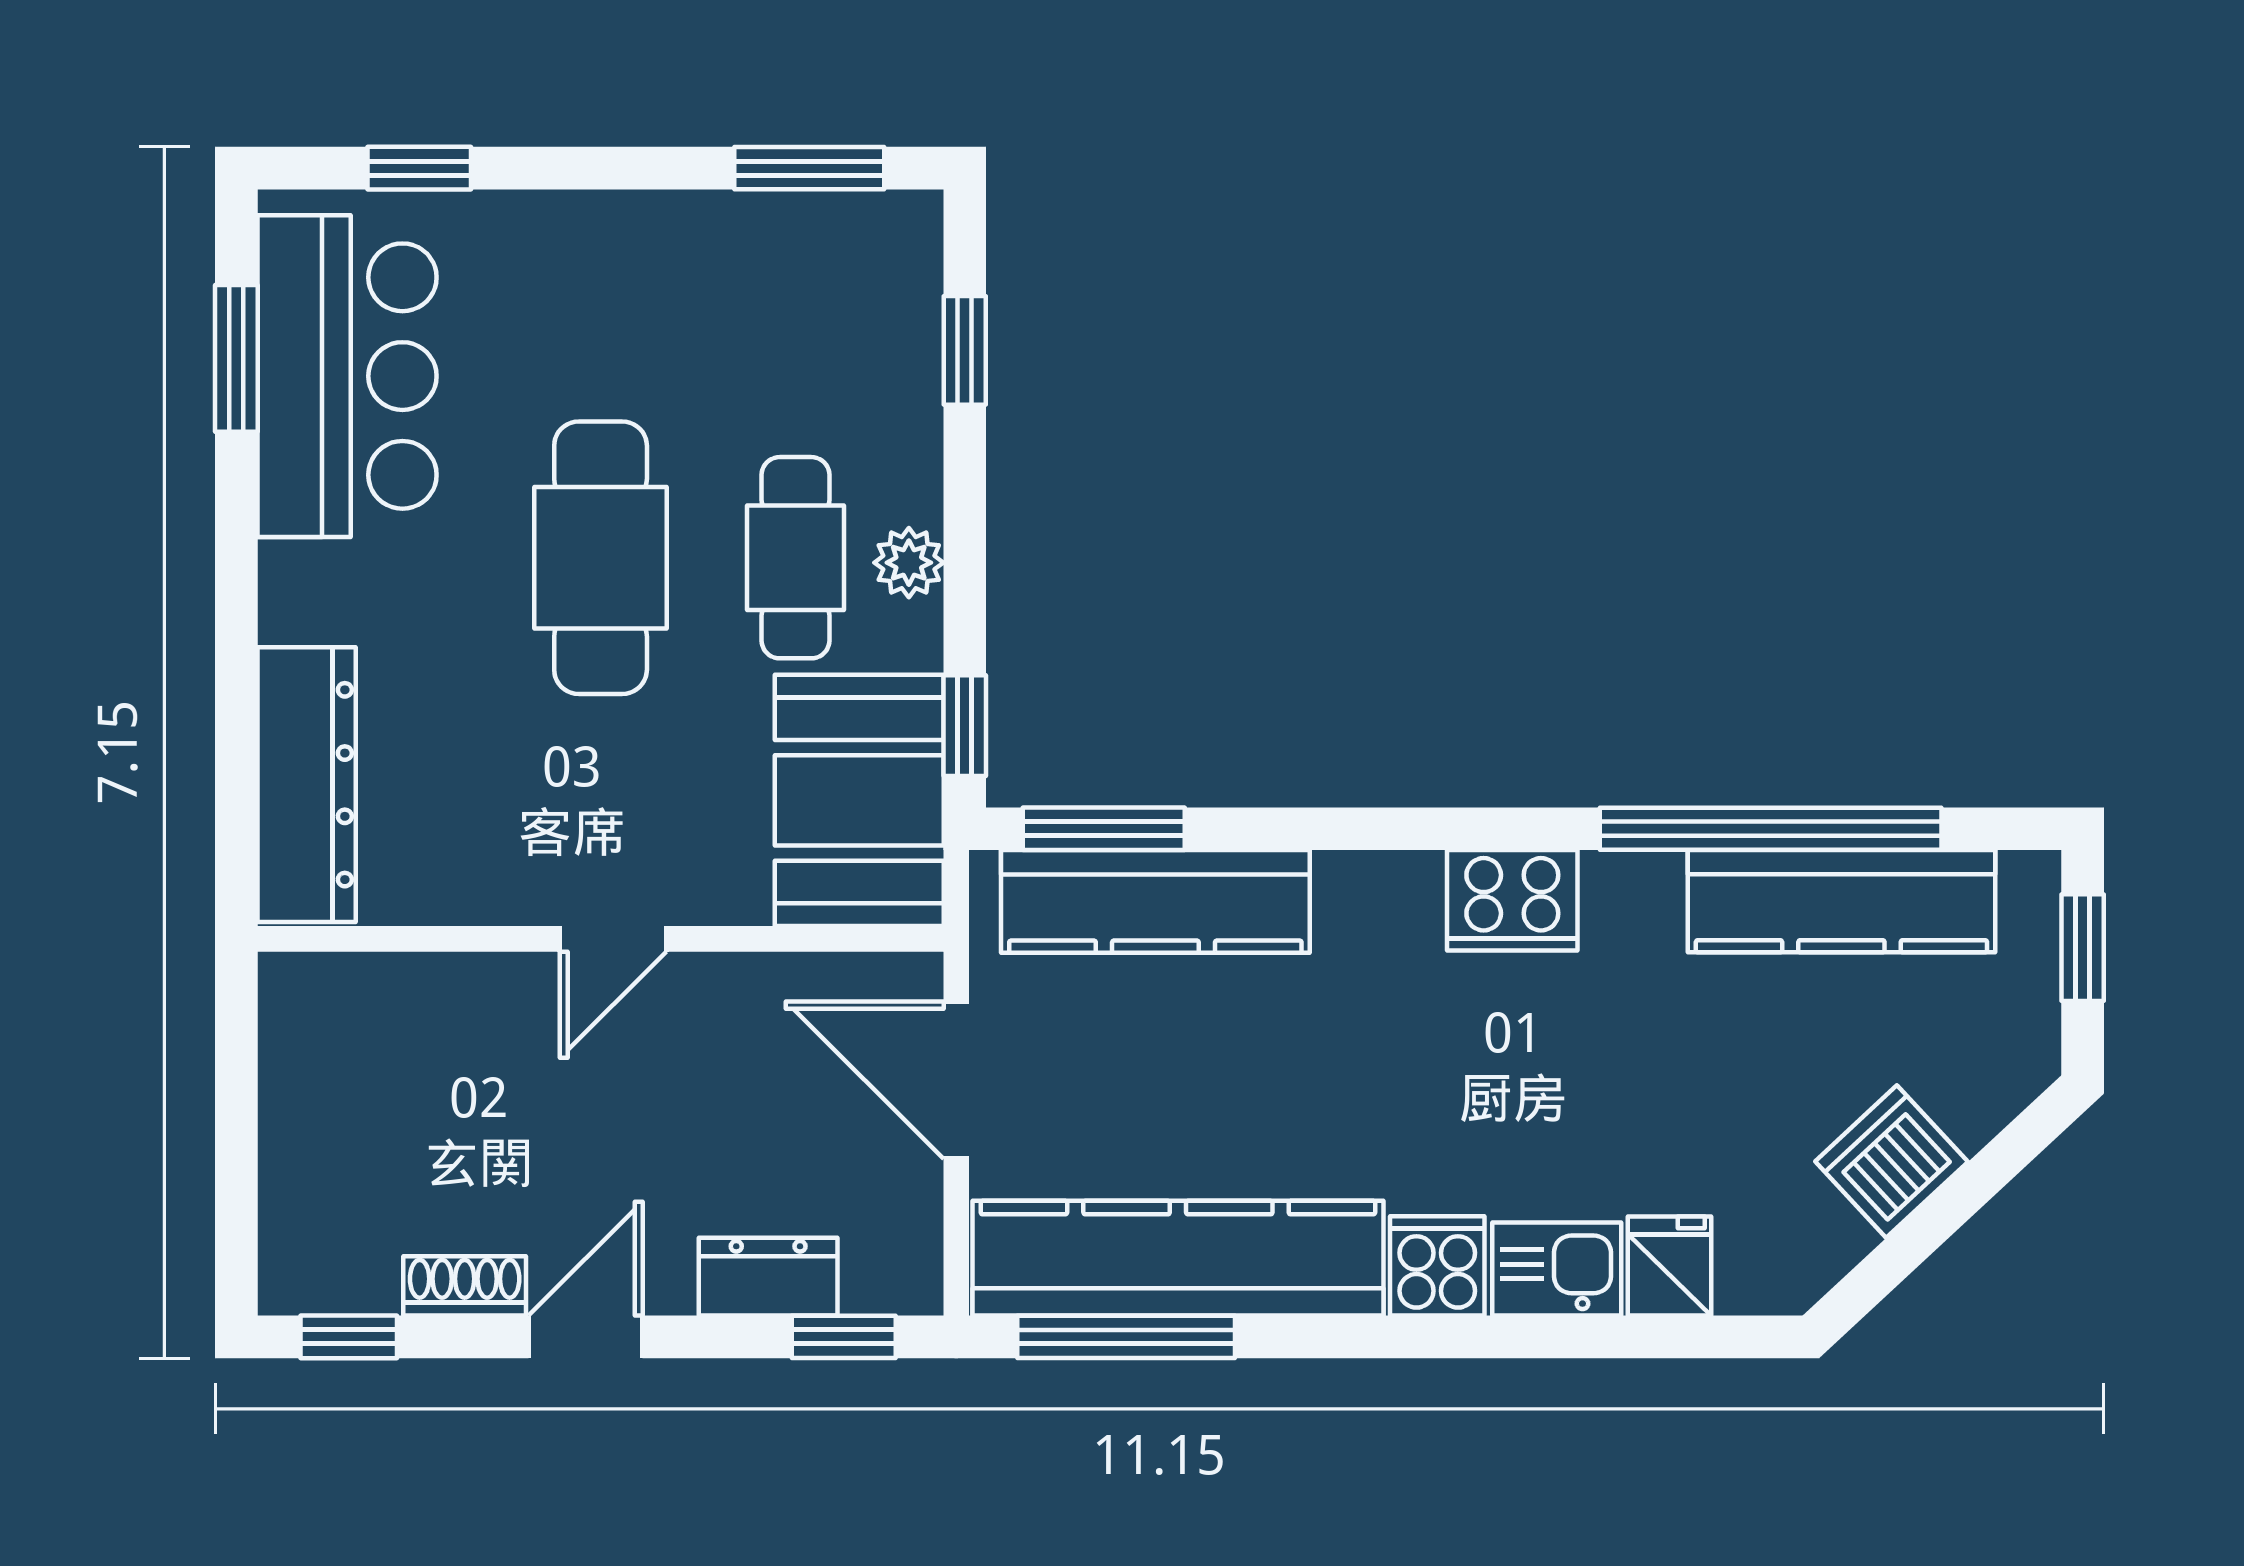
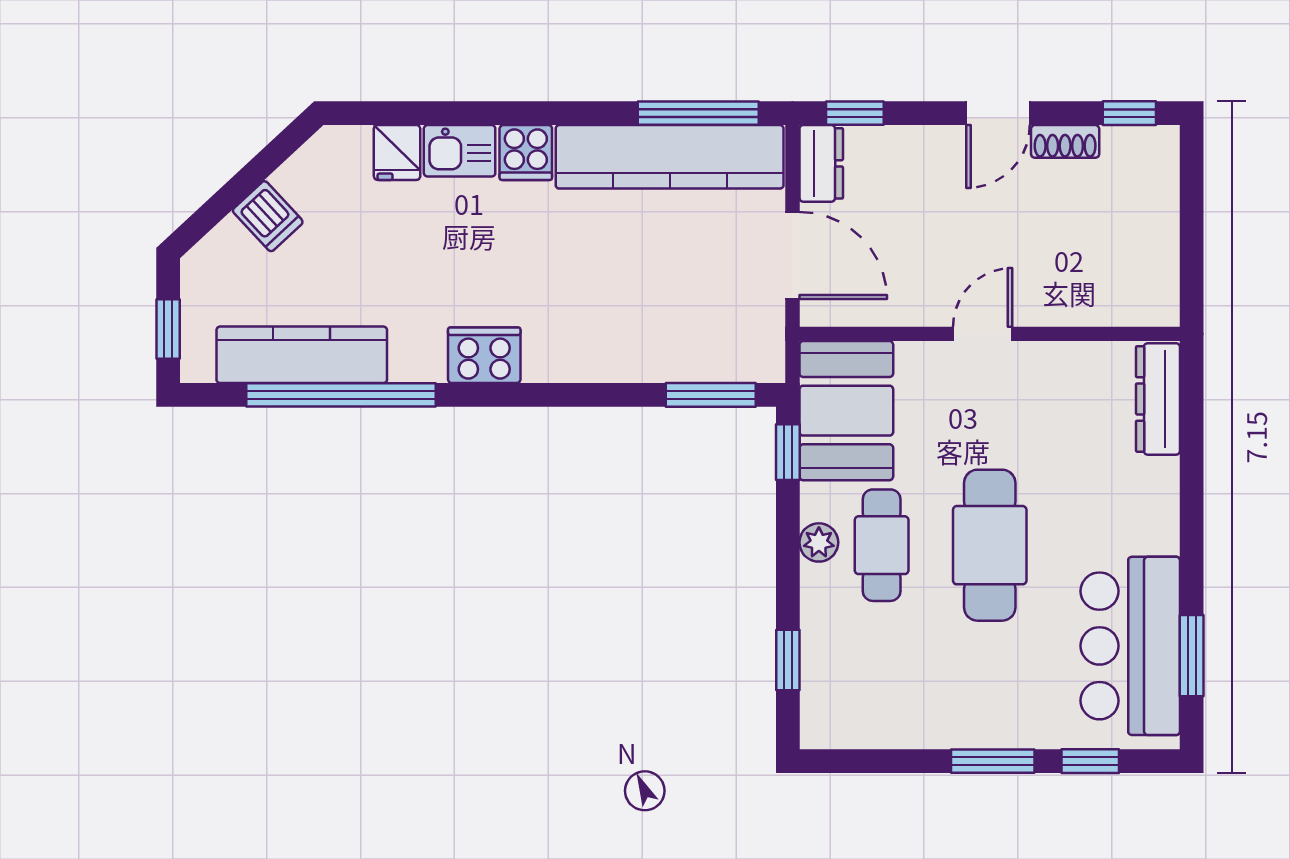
window: (809, 168) -> (993, 761), moved
dresser: (307, 785) -> (1158, 399), width x0.73, depth x0.80
kitchen counter: (1155, 901) -> (682, 355), removed
dishwasher: (1892, 1162) -> (268, 216), width x0.73
dresser: (768, 1277) -> (821, 163), moved, turned -90

